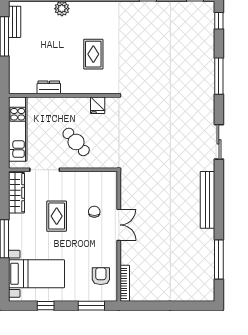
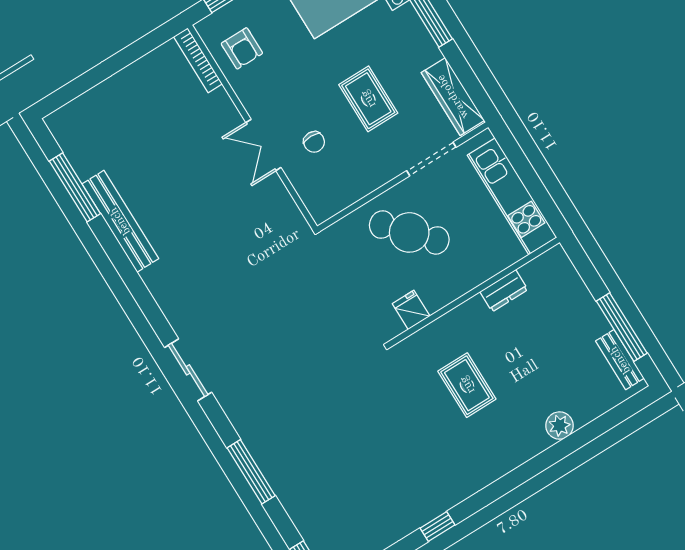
cafe table: (76, 142) -> (409, 232), width x1.37, depth x1.35
bench: (208, 200) -> (120, 221), moved

